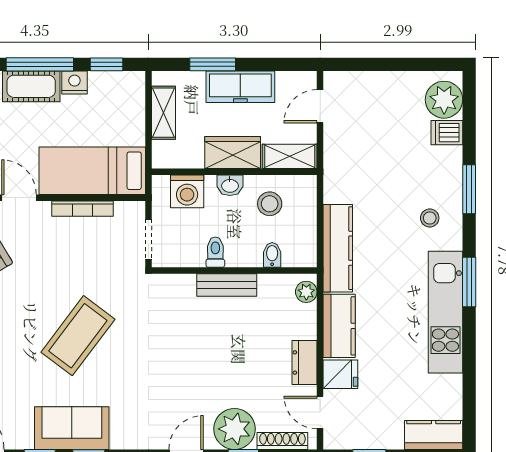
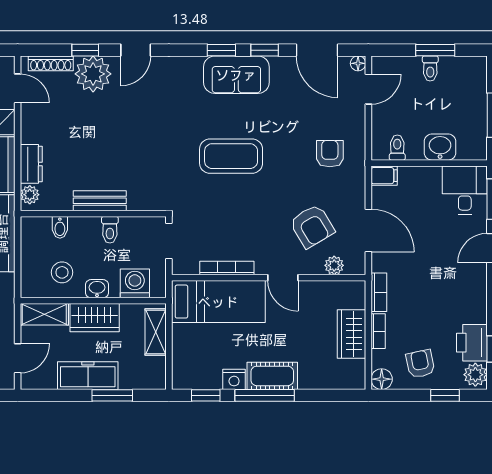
shelving: (163, 113) -> (156, 332), moved
coffee table: (78, 336) -> (231, 156), turned 53
dresser: (305, 362) -> (31, 164), moved

